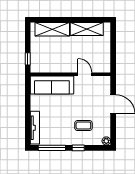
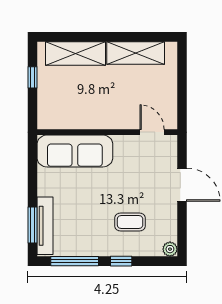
window: (28, 59) -> (32, 77), moved
door: (85, 74) -> (152, 132), moved
window: (28, 127) -> (32, 225), added

